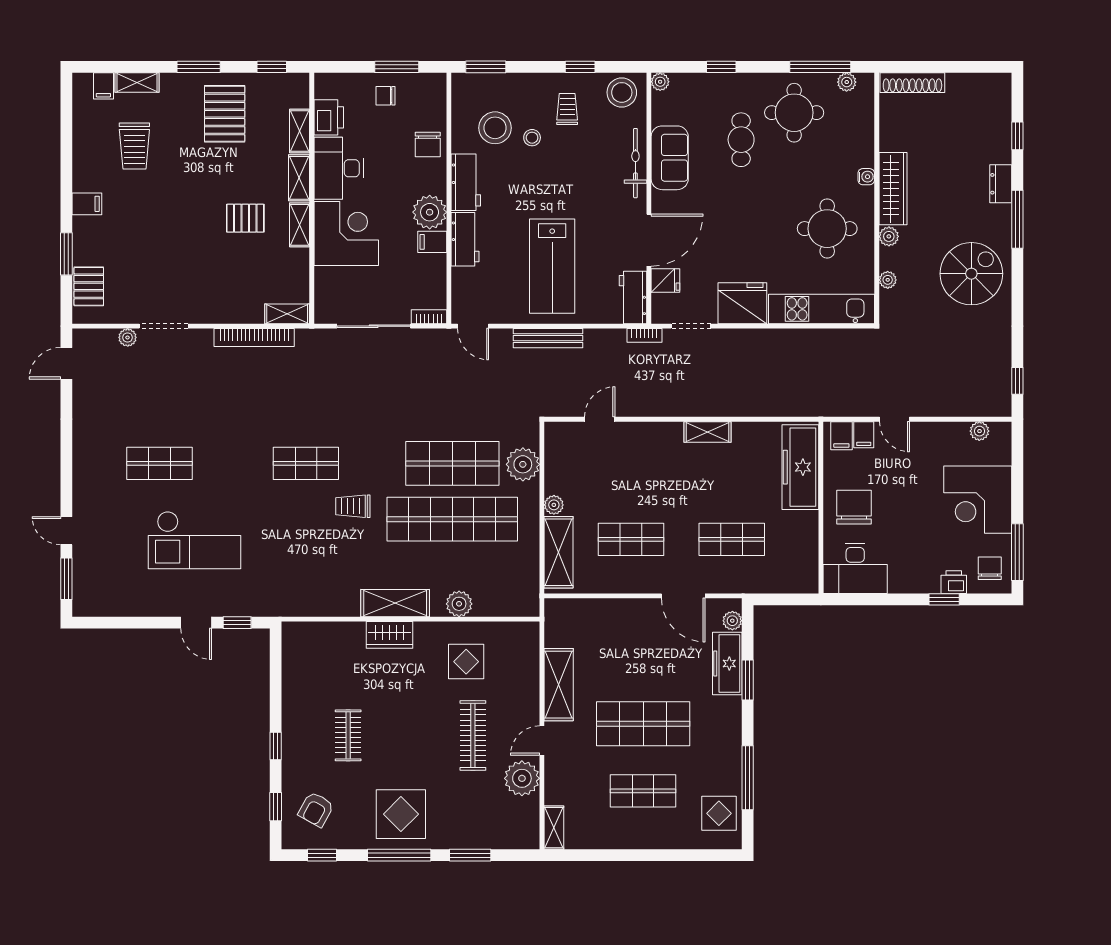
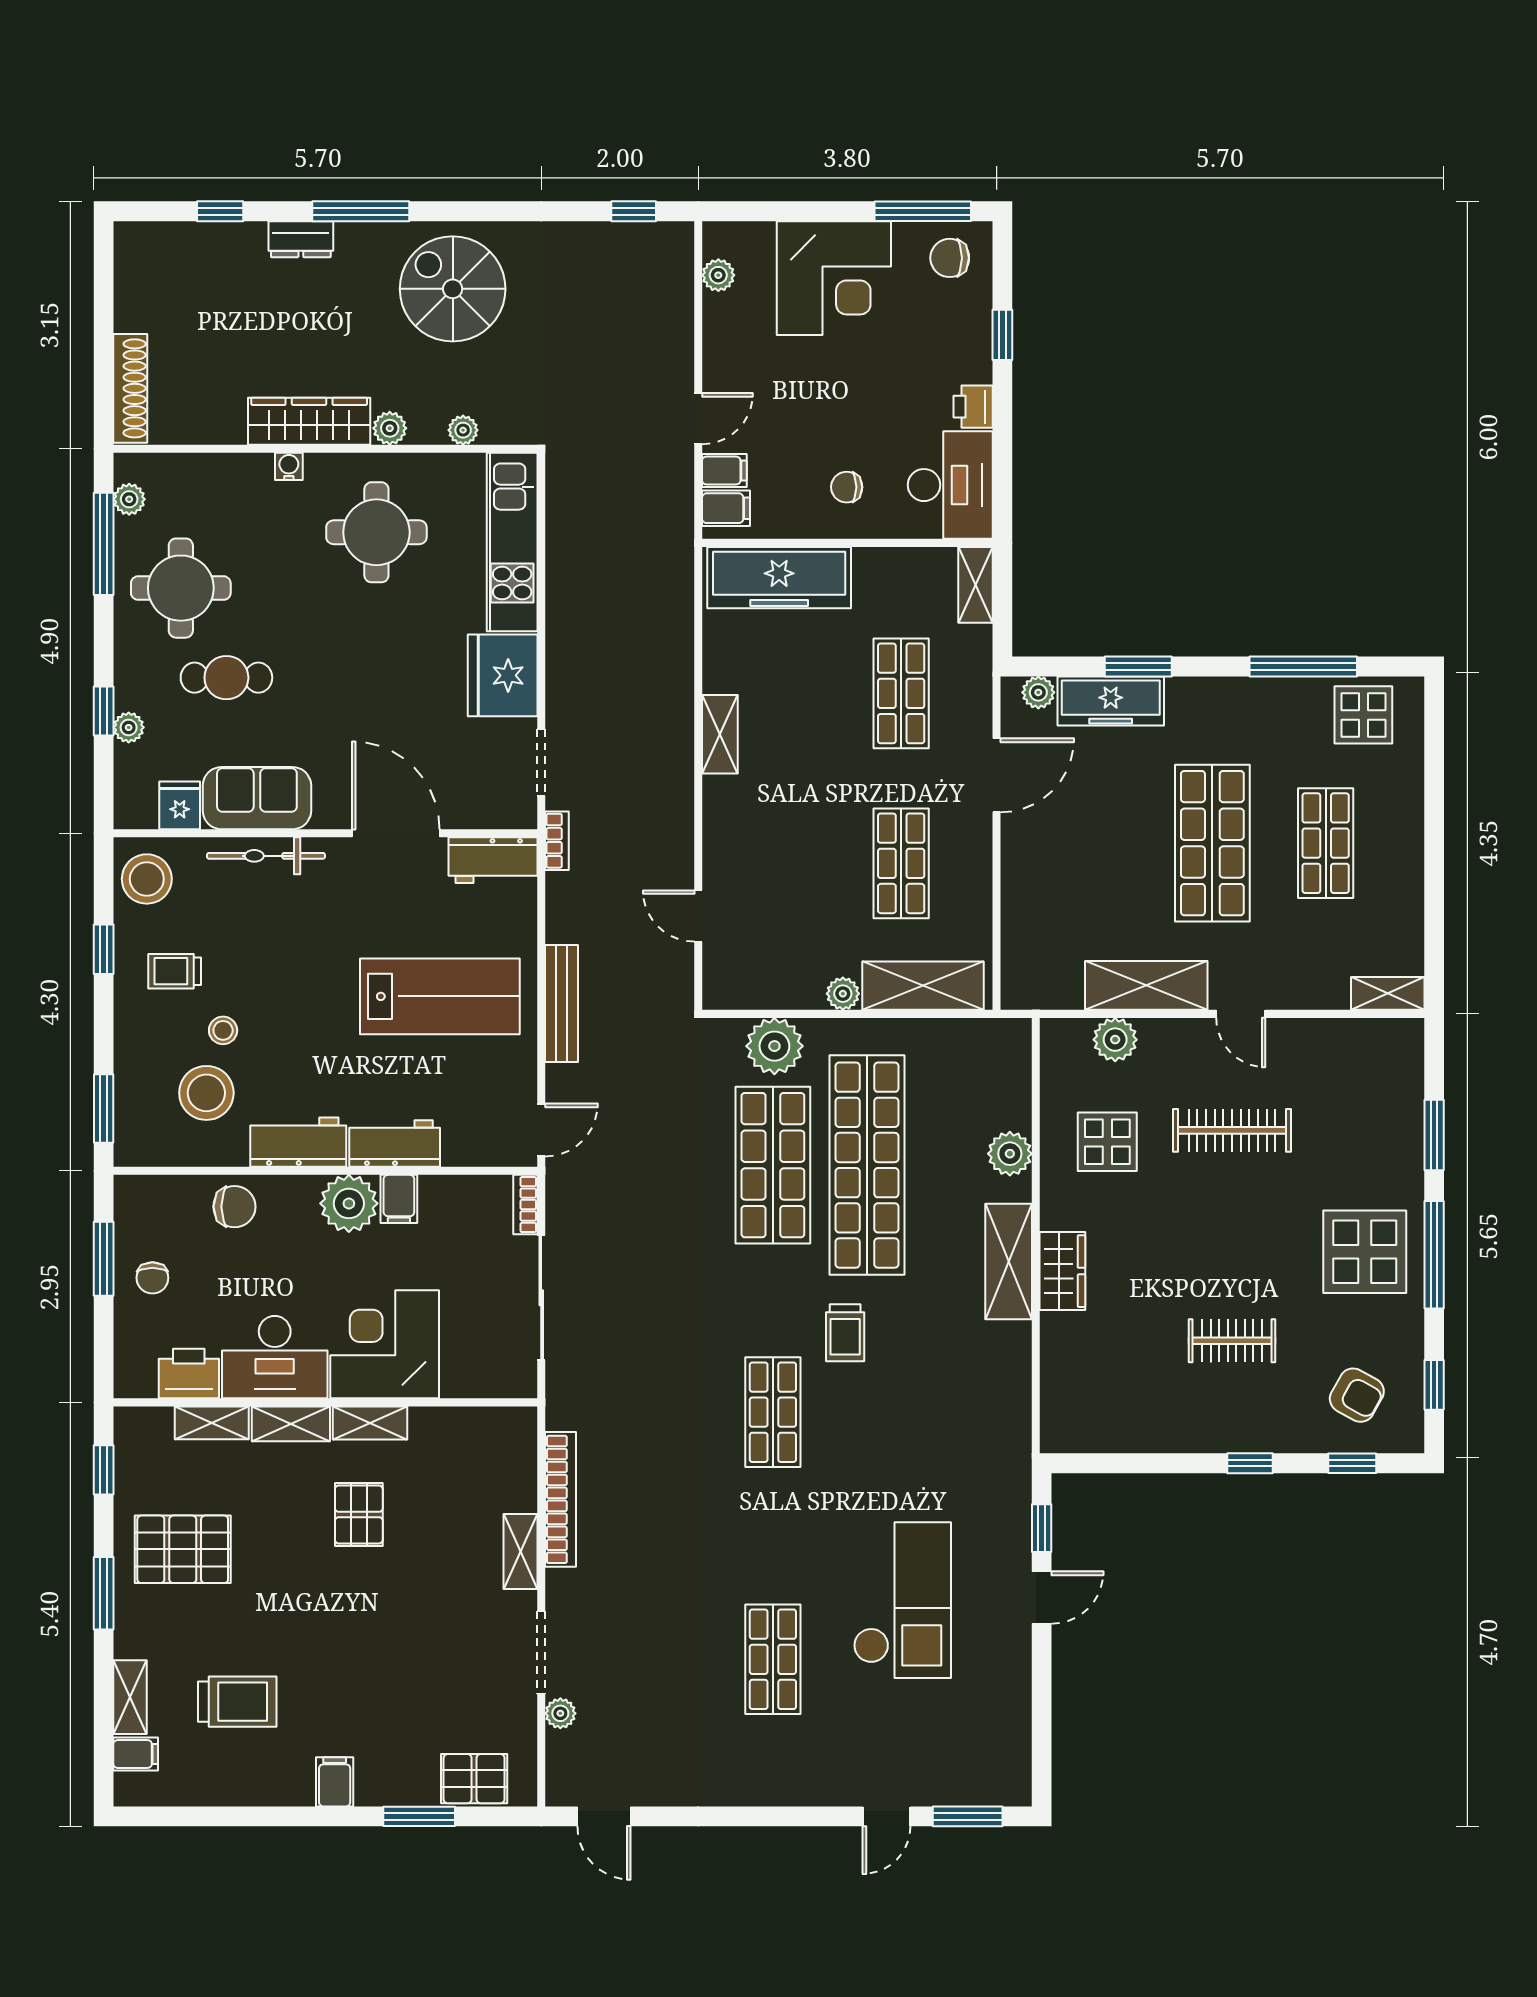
plant: (660, 82) -> (129, 727), moved
fridge: (665, 280) -> (180, 805), moved
shelving: (287, 314) -> (520, 1551), moved
chair: (854, 507) -> (847, 487), width x0.54, depth x0.54
printer: (954, 582) -> (973, 407), moved
shelving: (796, 583) -> (975, 585), added
plant: (522, 778) -> (1115, 1040), moved, width x0.73, depth x0.73

